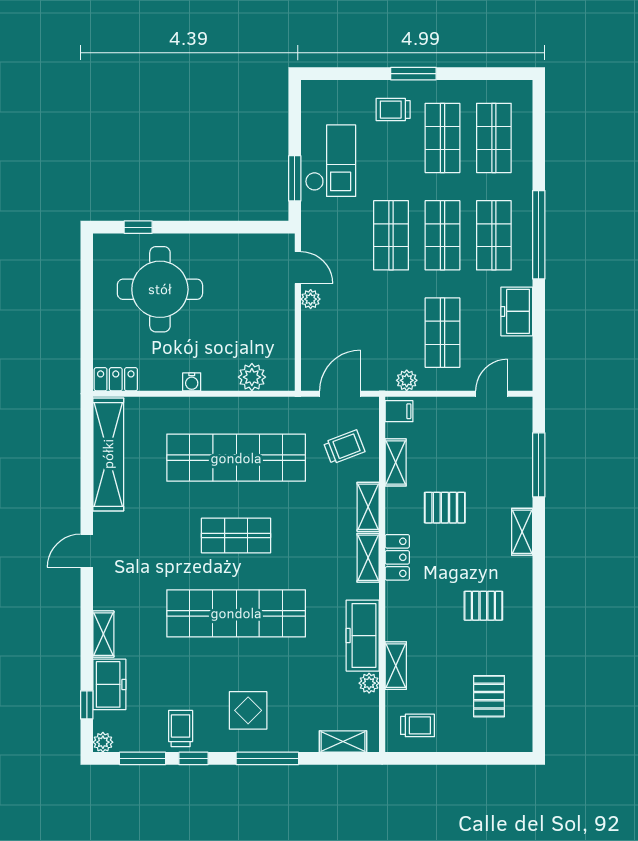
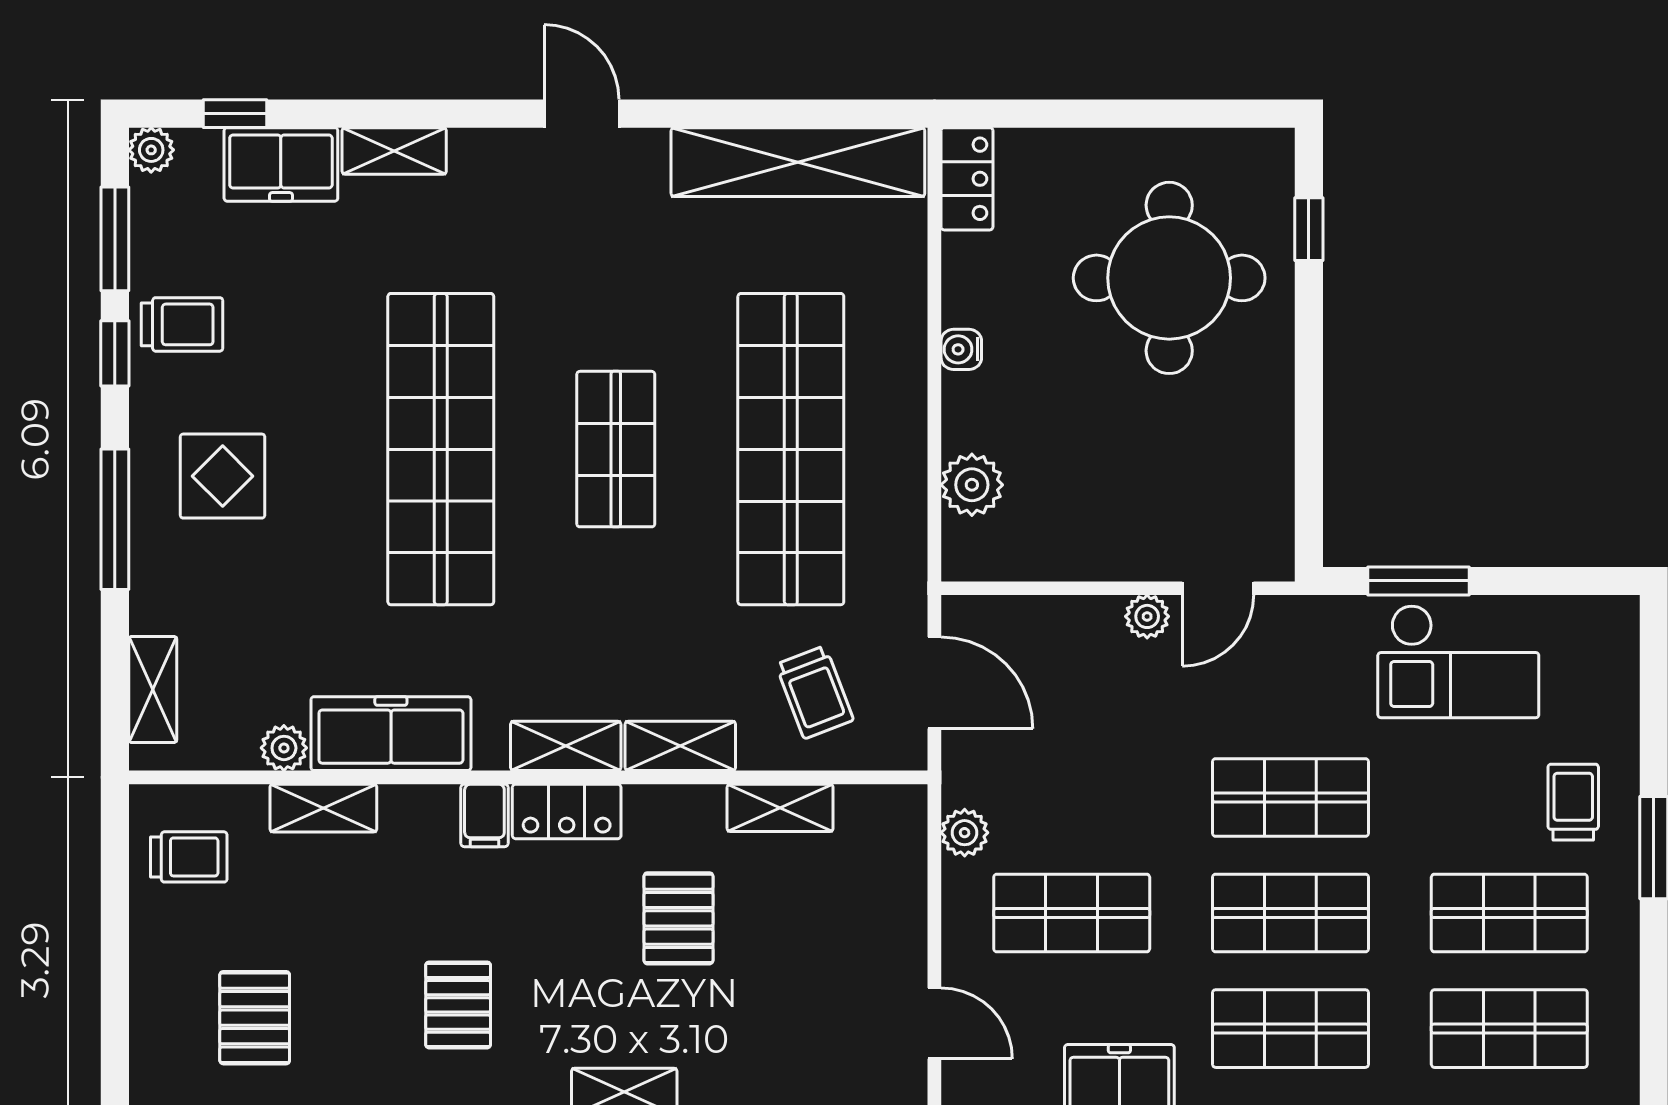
filing cabinet: (399, 411) -> (484, 815), moved
pallet: (489, 696) -> (255, 1018), turned 90
trolley: (418, 725) -> (189, 857), turned -90

